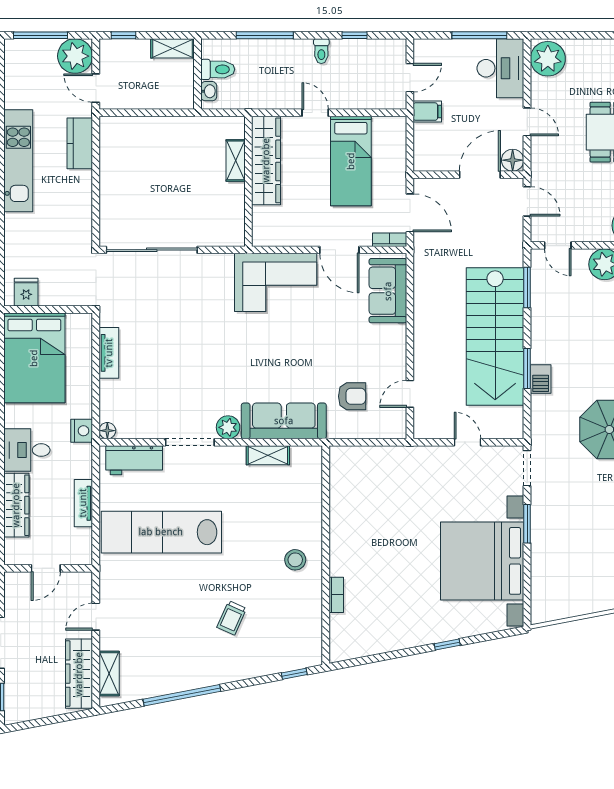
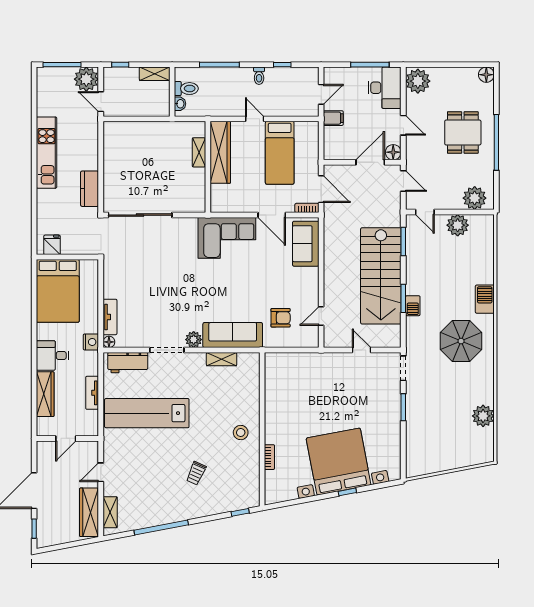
kitchen counter: (80, 143) -> (90, 189), moved
tv unit: (109, 353) -> (110, 317), moved
bed with nightstands: (482, 561) -> (339, 462), moved, turned 79

